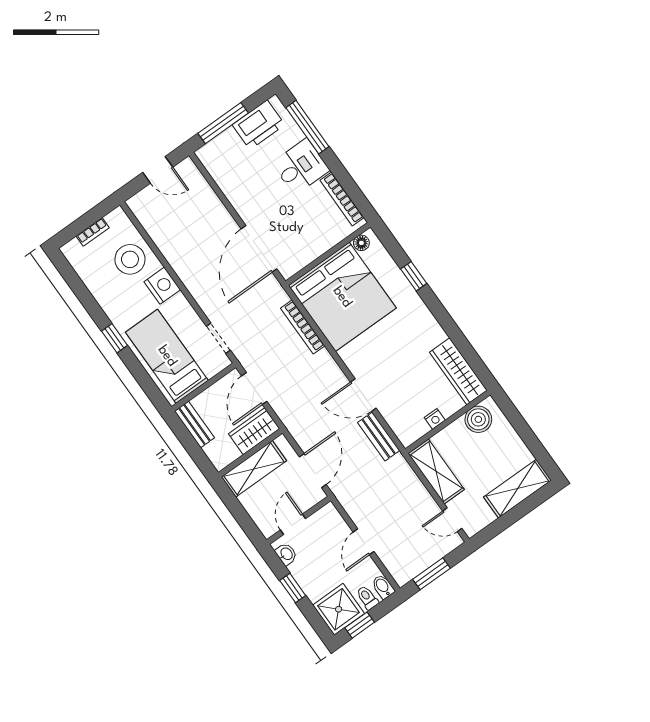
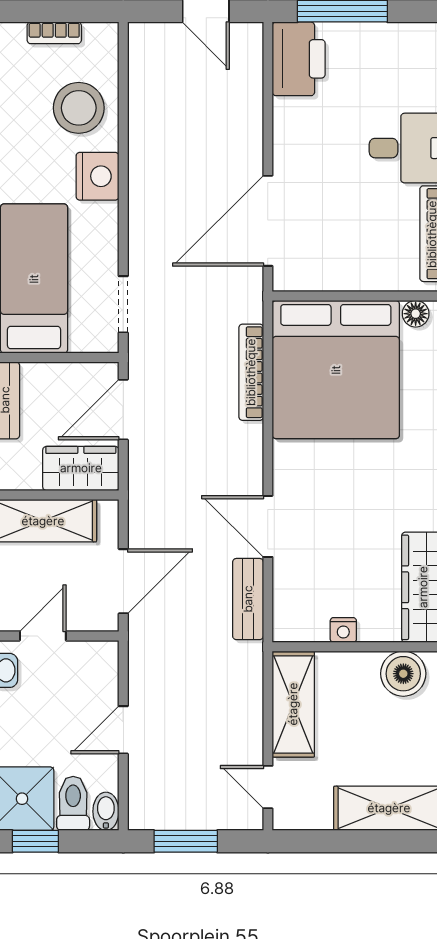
printer: (259, 125) -> (299, 59), moved, turned -90
toilet: (367, 598) -> (73, 803), width x1.37, depth x1.39

